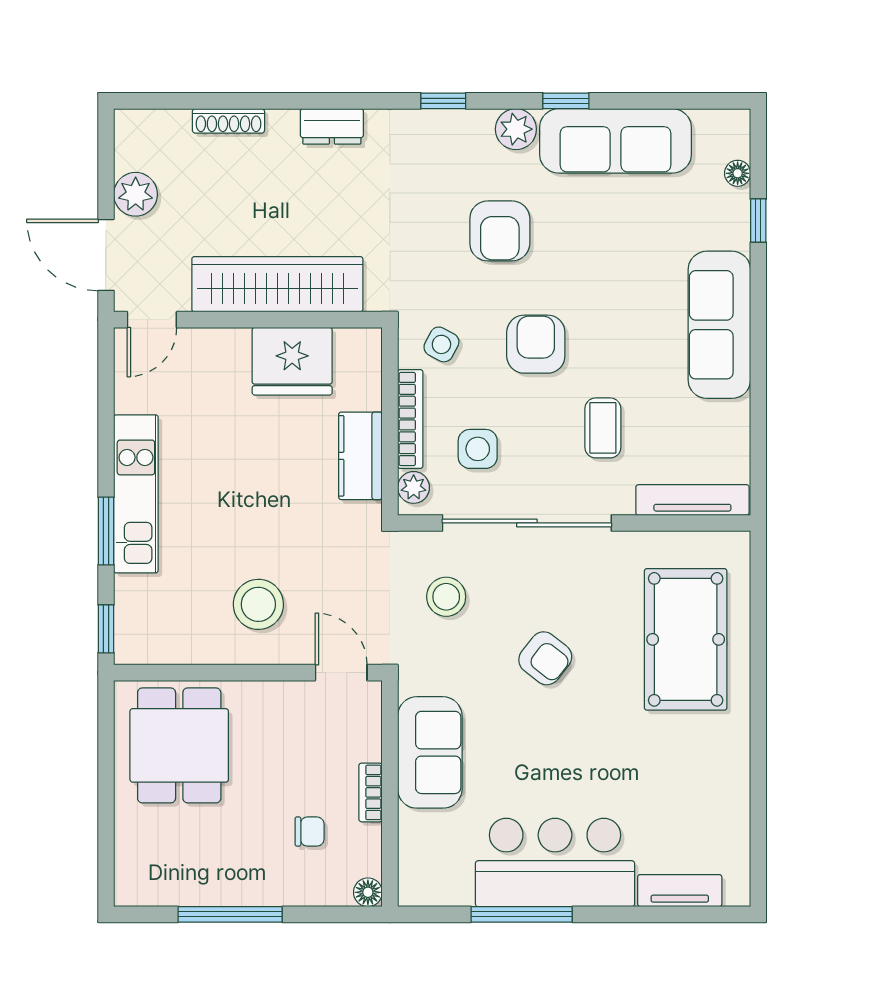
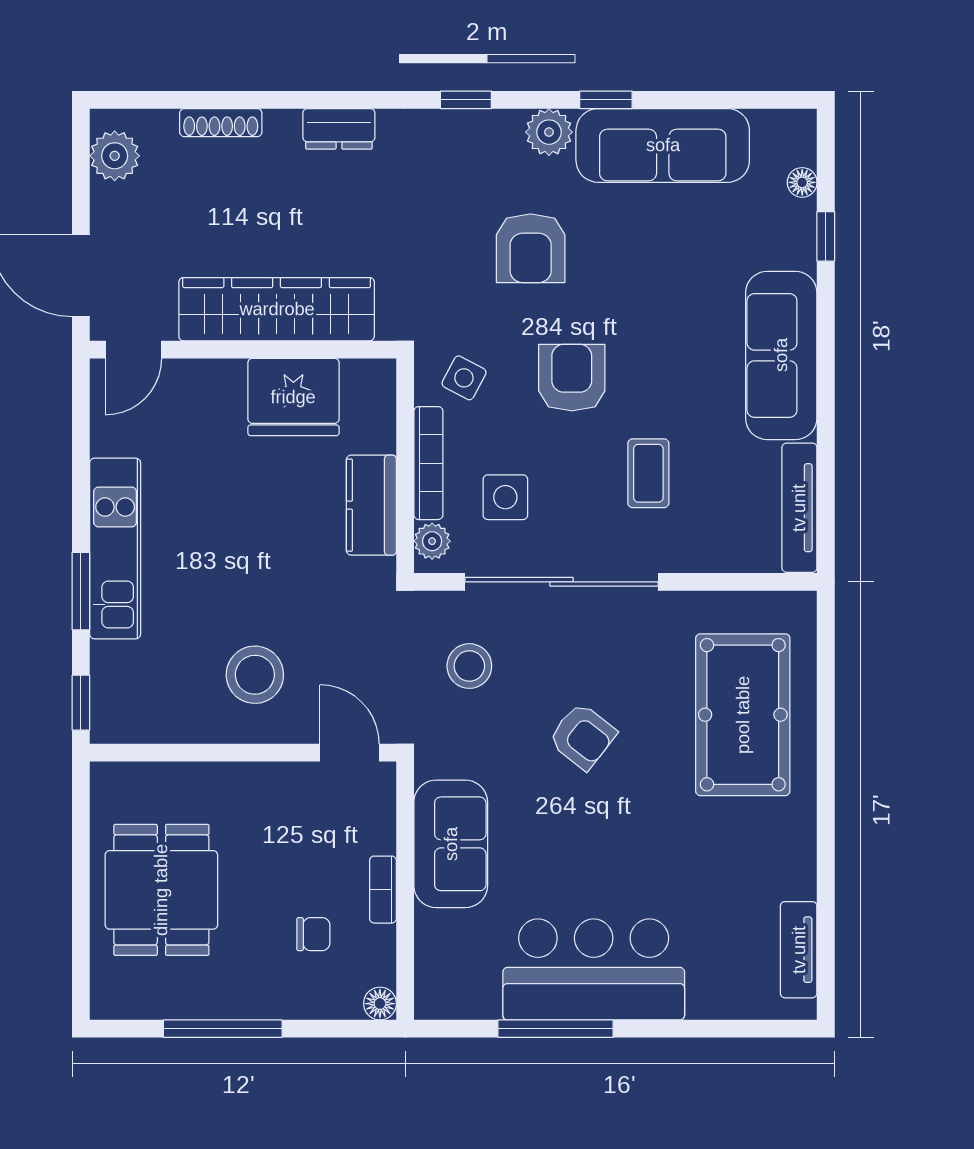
plant: (136, 194) -> (115, 156), moved
tv unit: (692, 500) -> (799, 508), moved, turned -90
dining table: (179, 745) -> (161, 890), moved
tv unit: (680, 891) -> (799, 950), moved, turned -90

